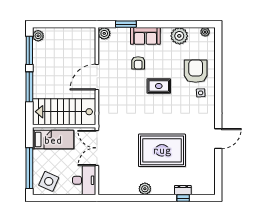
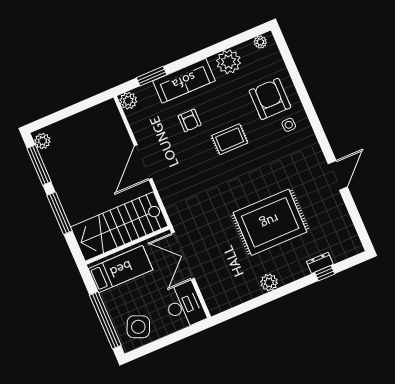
sofa: (145, 36) -> (184, 81), width x1.36

